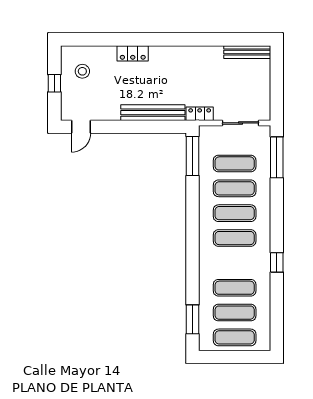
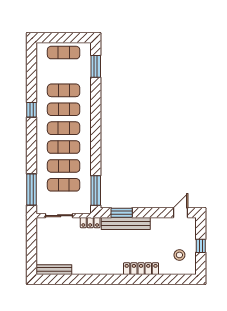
locker: (133, 53) -> (141, 269), width x1.53
window: (158, 127) -> (122, 213), added
exercise mat: (235, 313) -> (64, 109), moved

